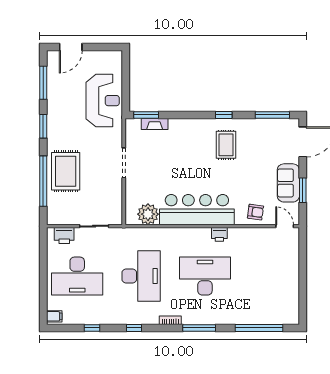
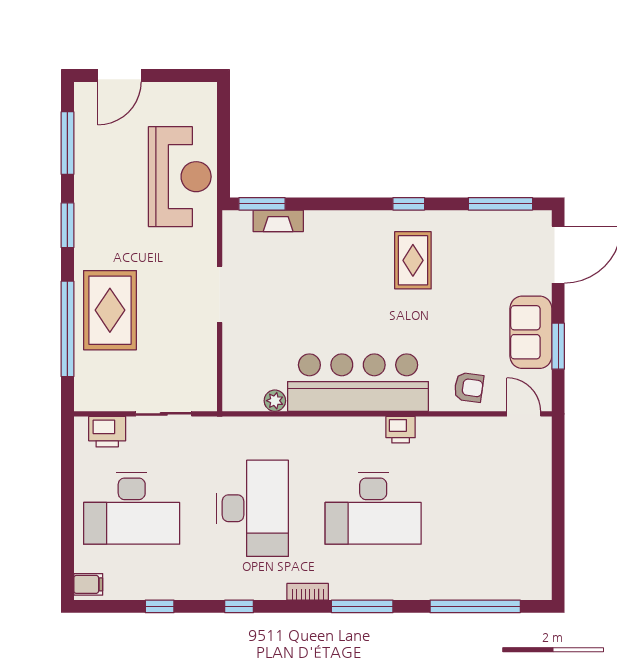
plant: (148, 214) -> (275, 401), width x0.53, depth x0.53
desk: (205, 276) -> (373, 508), turned 180

